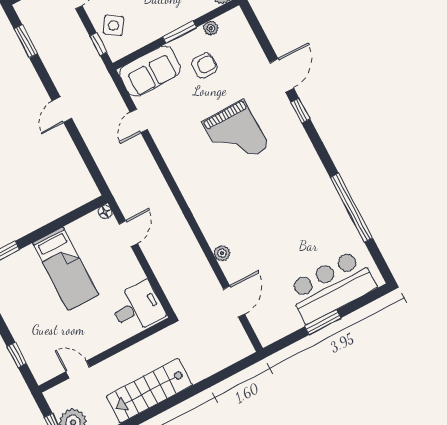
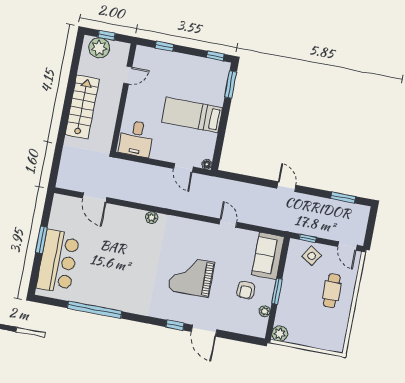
door: (139, 121) -> (228, 223), moved
plant: (222, 253) -> (152, 218), moved

